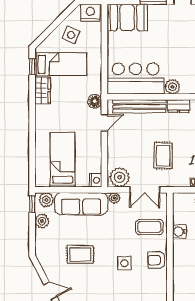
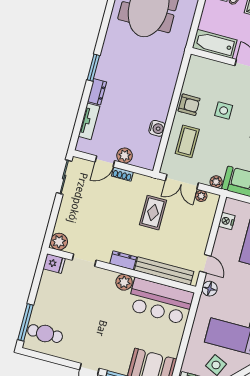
door: (104, 123) -> (205, 264), swing flipped
plant: (120, 177) -> (201, 196), width x0.53, depth x0.53
nightstand: (95, 180) -> (227, 221), moved
double door: (145, 190) -> (182, 182), swing flipped
coffee table: (149, 227) -> (187, 141), turned 90

